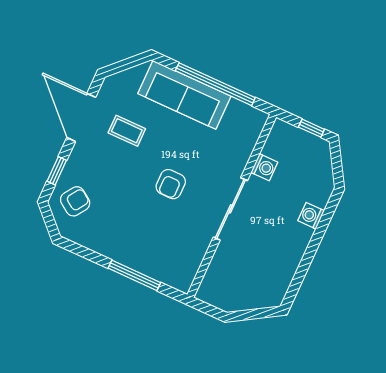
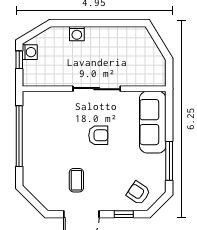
sofa: (184, 95) -> (153, 122), moved, turned 180
washing machine: (264, 167) -> (30, 52), moved, turned 90
window: (134, 275) -> (169, 161), moved

